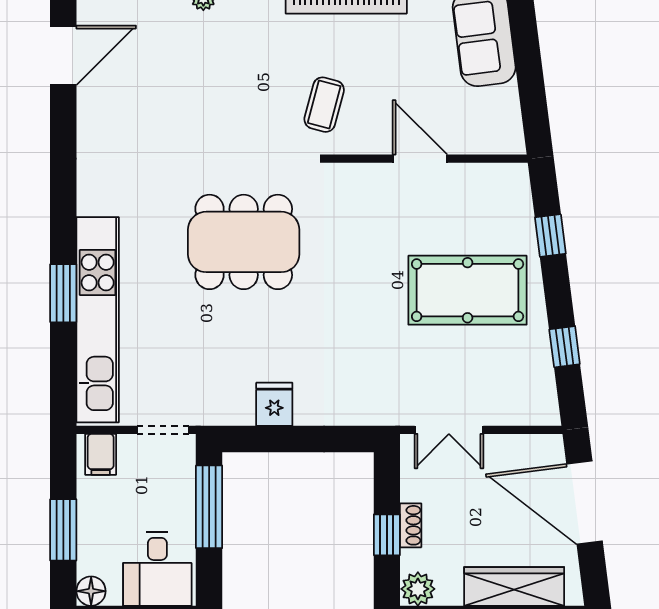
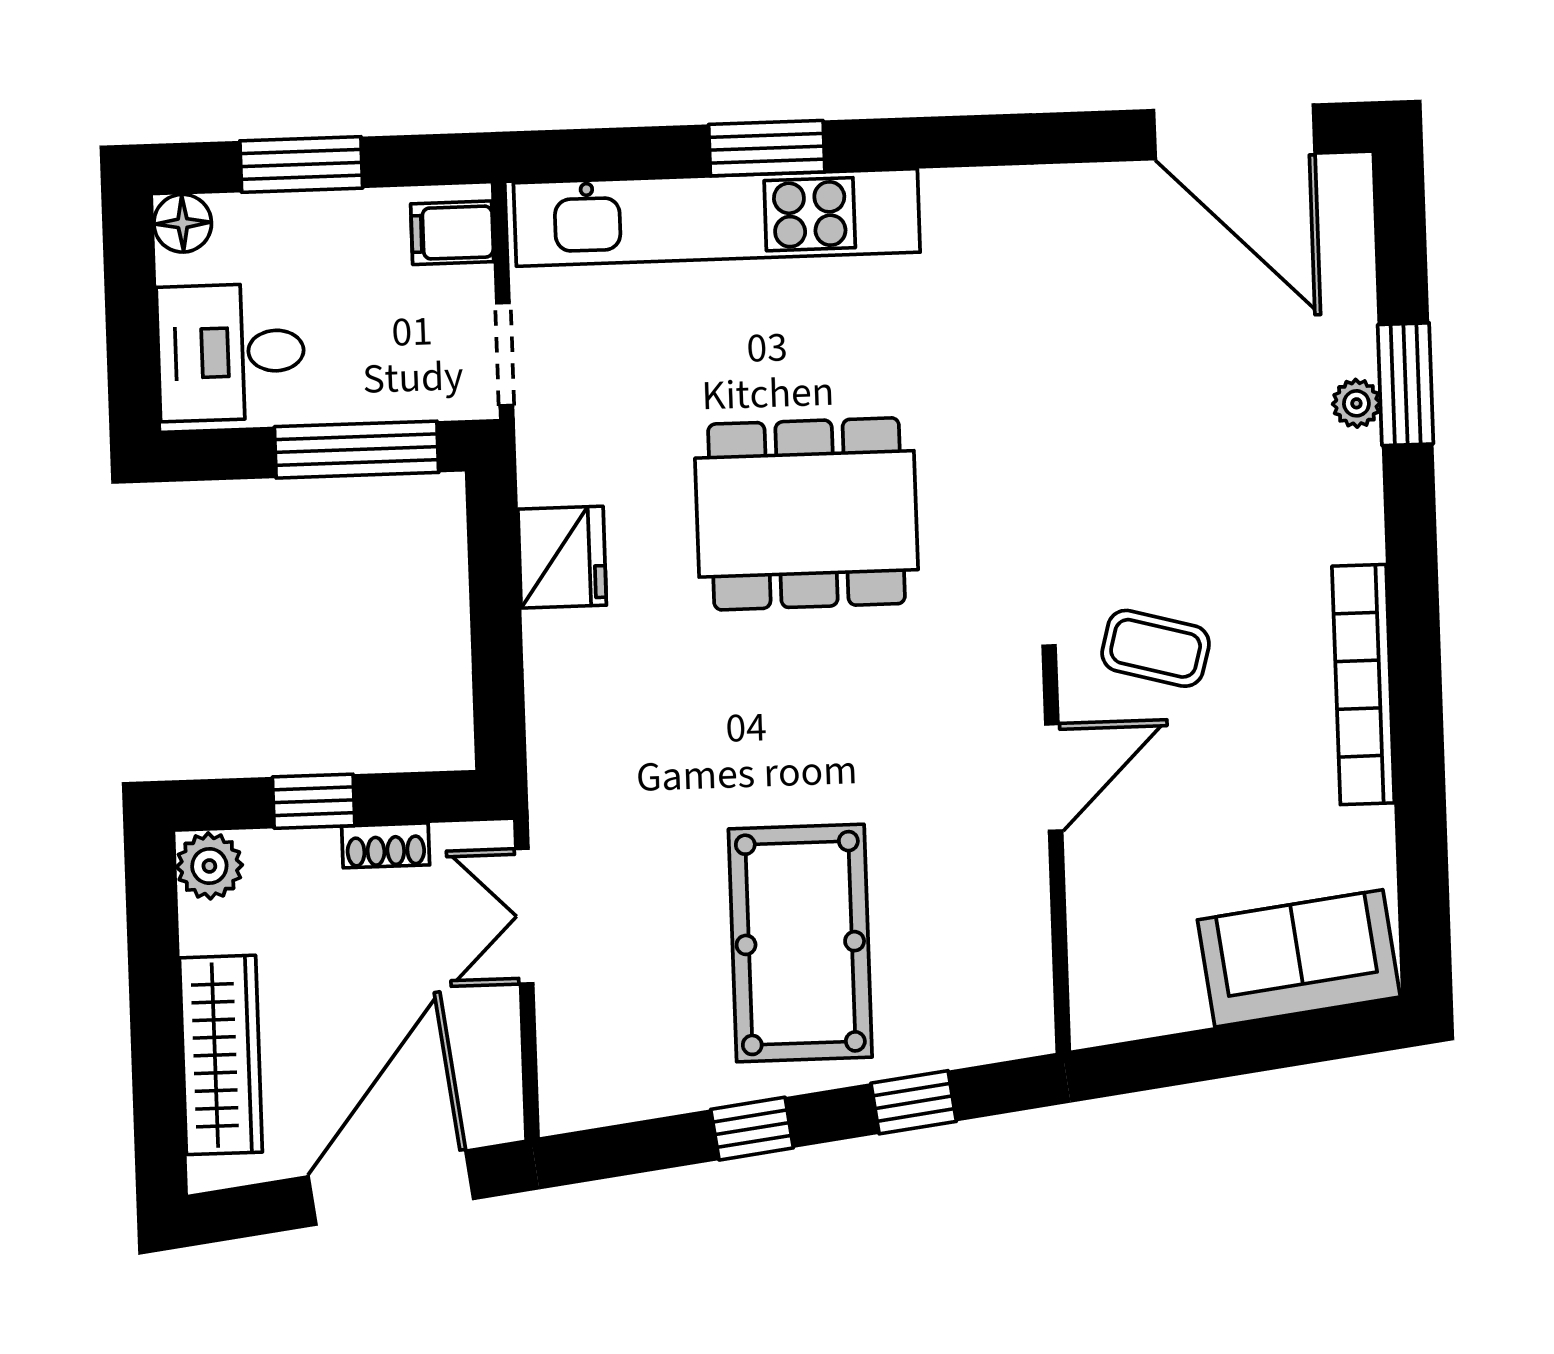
door: (63, 55) -> (1234, 132), width x1.36
door: (420, 159) -> (1054, 777), moved
dining table: (244, 242) -> (807, 514), moved, turned 90
window: (565, 347) -> (752, 1129), moved
fridge: (274, 404) -> (562, 557), width x1.38
shoe rack: (411, 525) -> (386, 845), moved

